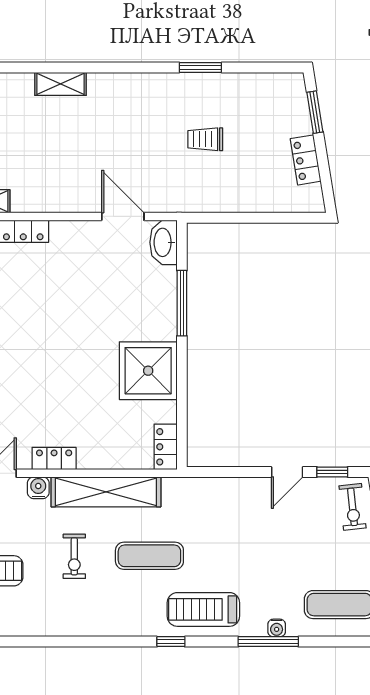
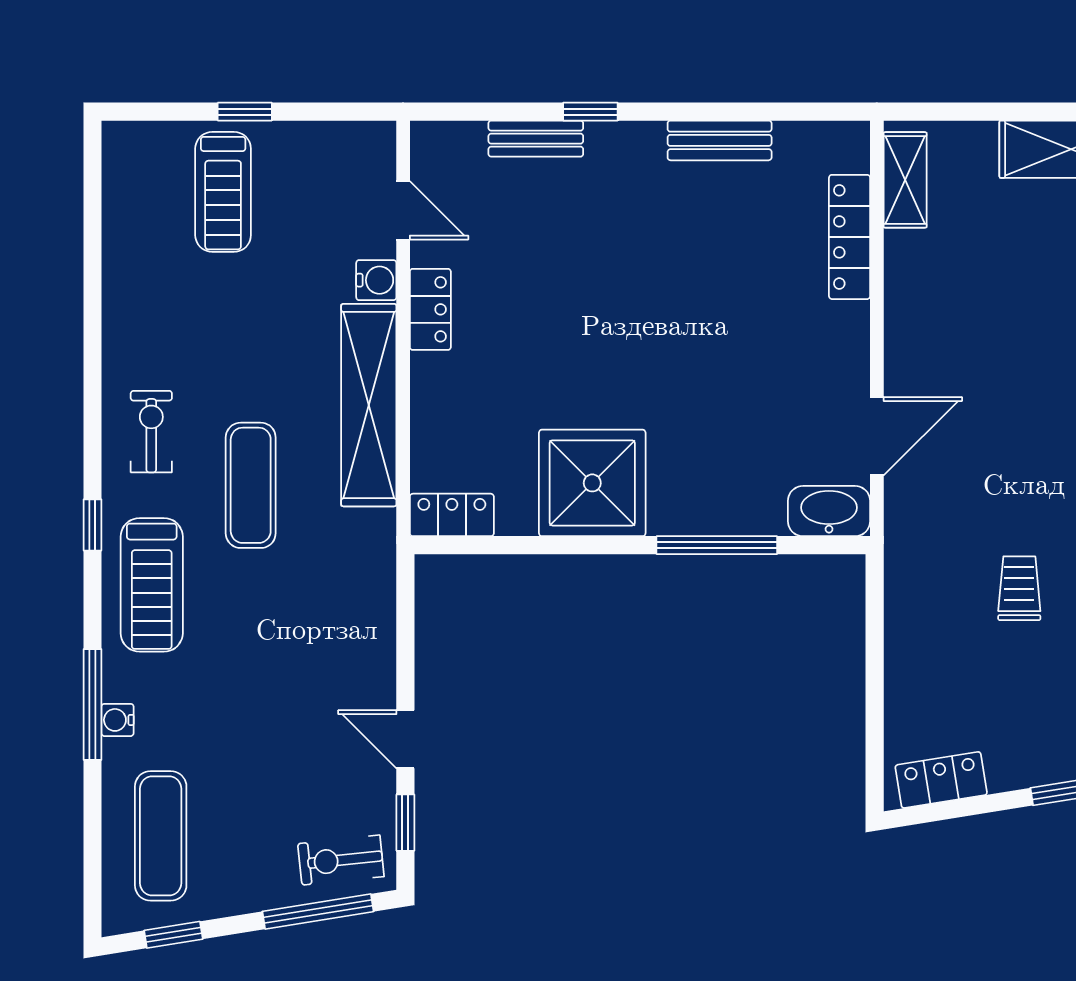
locker: (306, 160) -> (941, 780), moved
exercise bike: (74, 556) -> (151, 432), moved, turned 90
treadmill: (203, 609) -> (152, 585), turned 180

